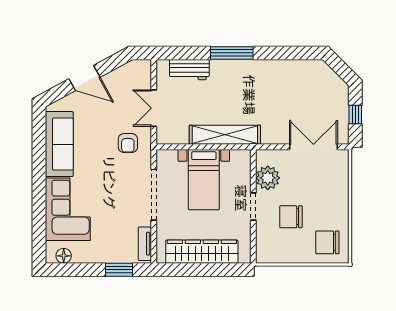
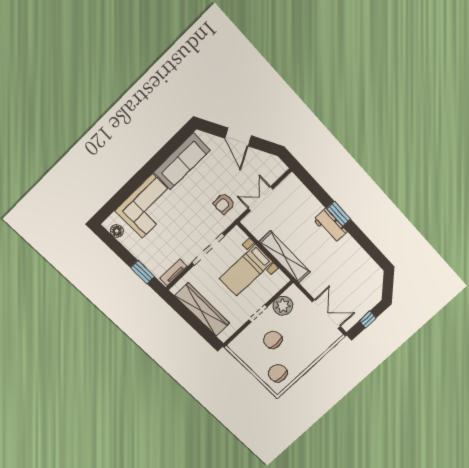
window: (232, 53) -> (339, 214), width x0.69
workbench: (189, 70) -> (330, 226), moved

